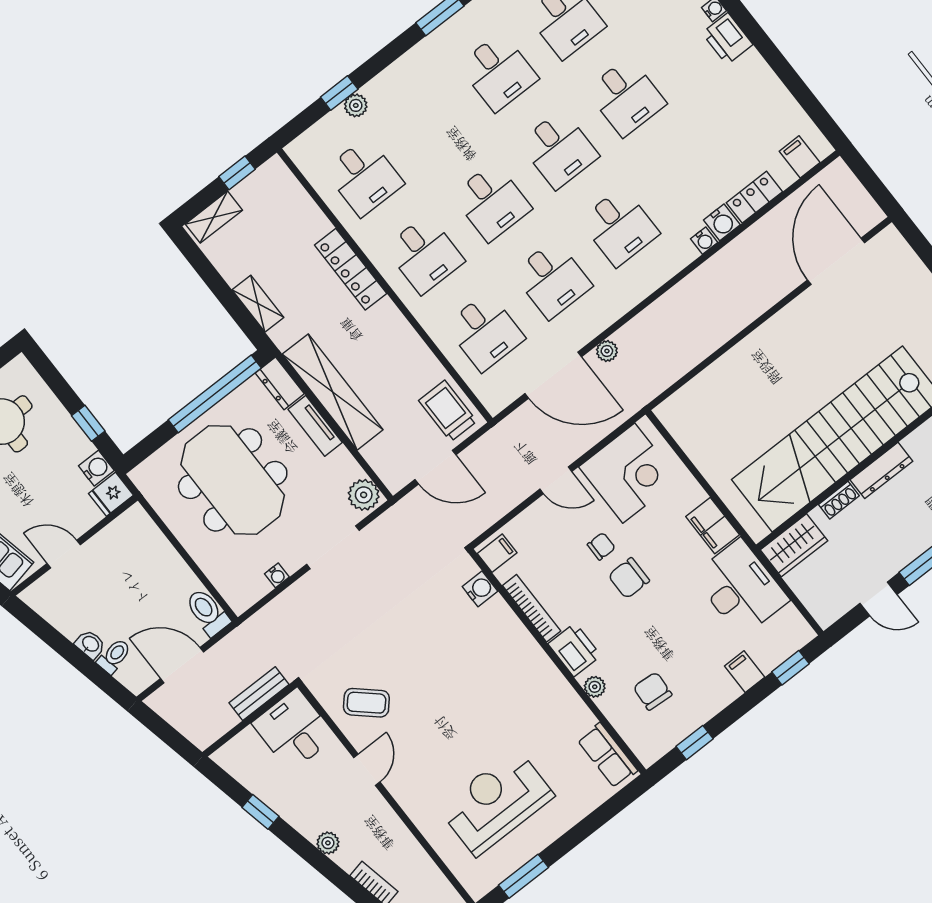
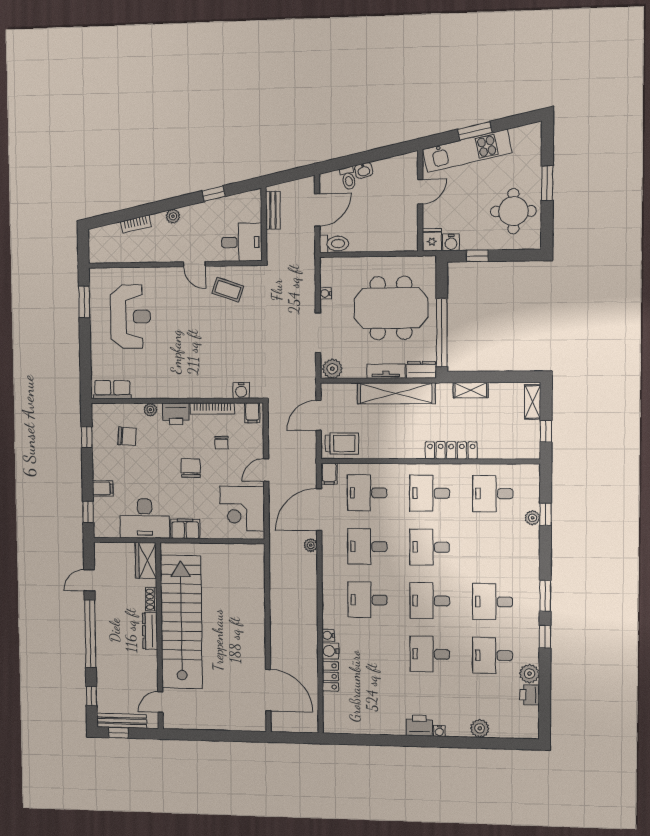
filing cabinet: (800, 157) -> (329, 474), moved, turned 90
chair: (601, 546) -> (221, 443), moved
bench: (259, 694) -> (273, 210), moved
coffee table: (366, 703) -> (228, 290), turned 67

